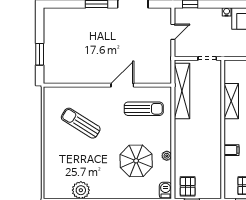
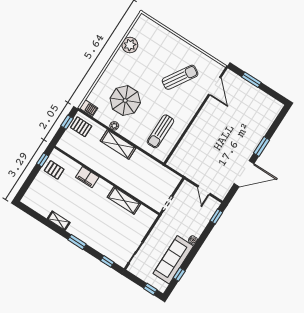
door: (122, 85) -> (215, 86), moved
shelving: (182, 91) -> (118, 144), moved, width x0.68
filing cabinet: (232, 150) -> (87, 177), width x2.00

